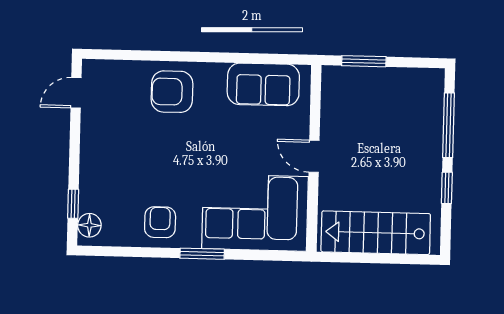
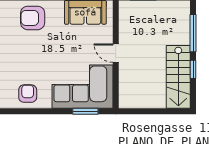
stairs: (376, 233) -> (178, 77), moved, turned -90
window: (202, 254) -> (85, 111), moved

